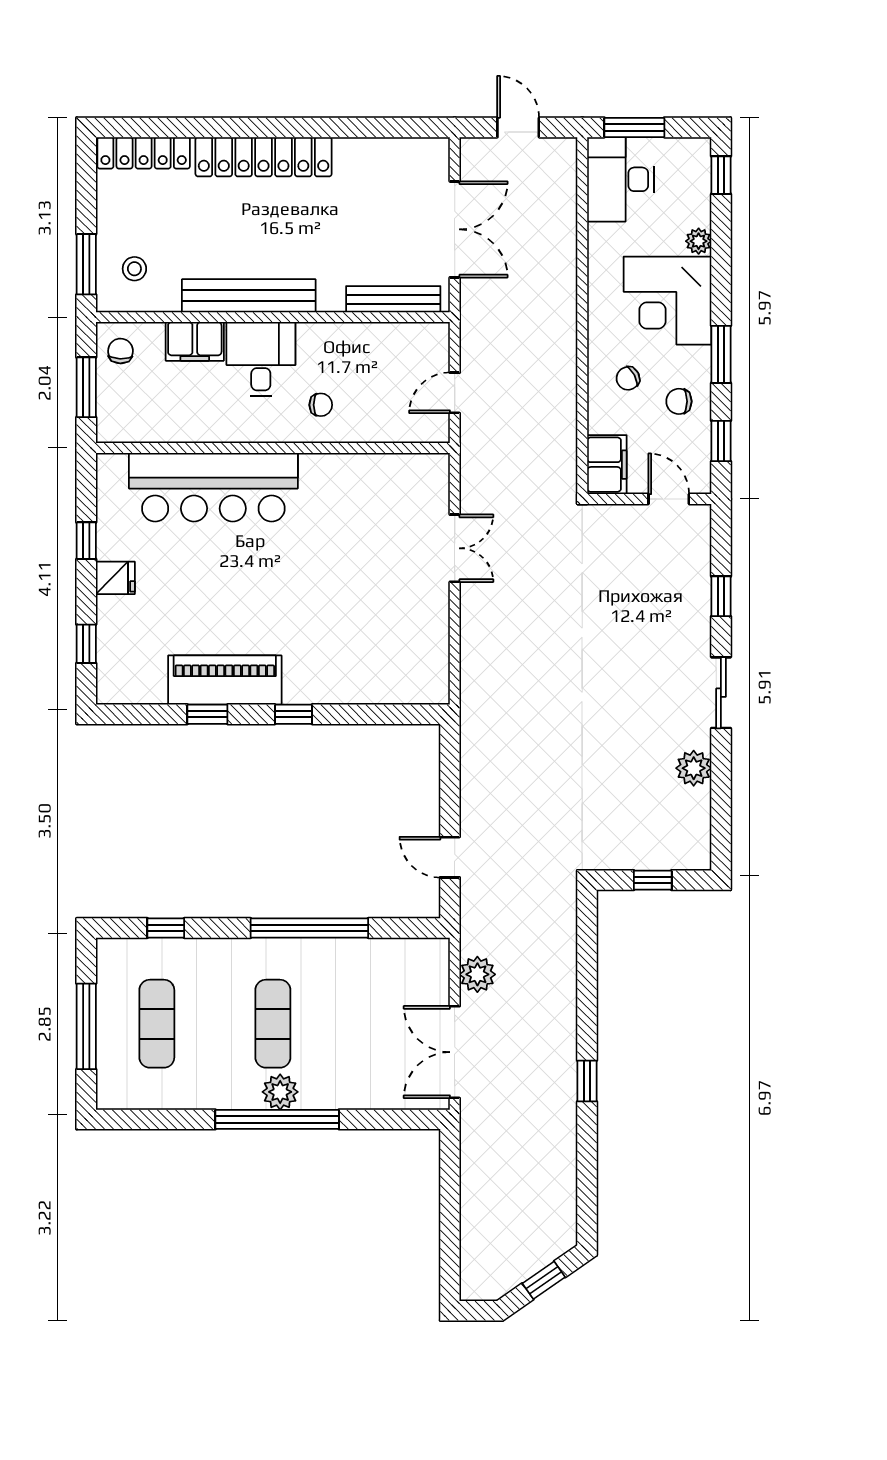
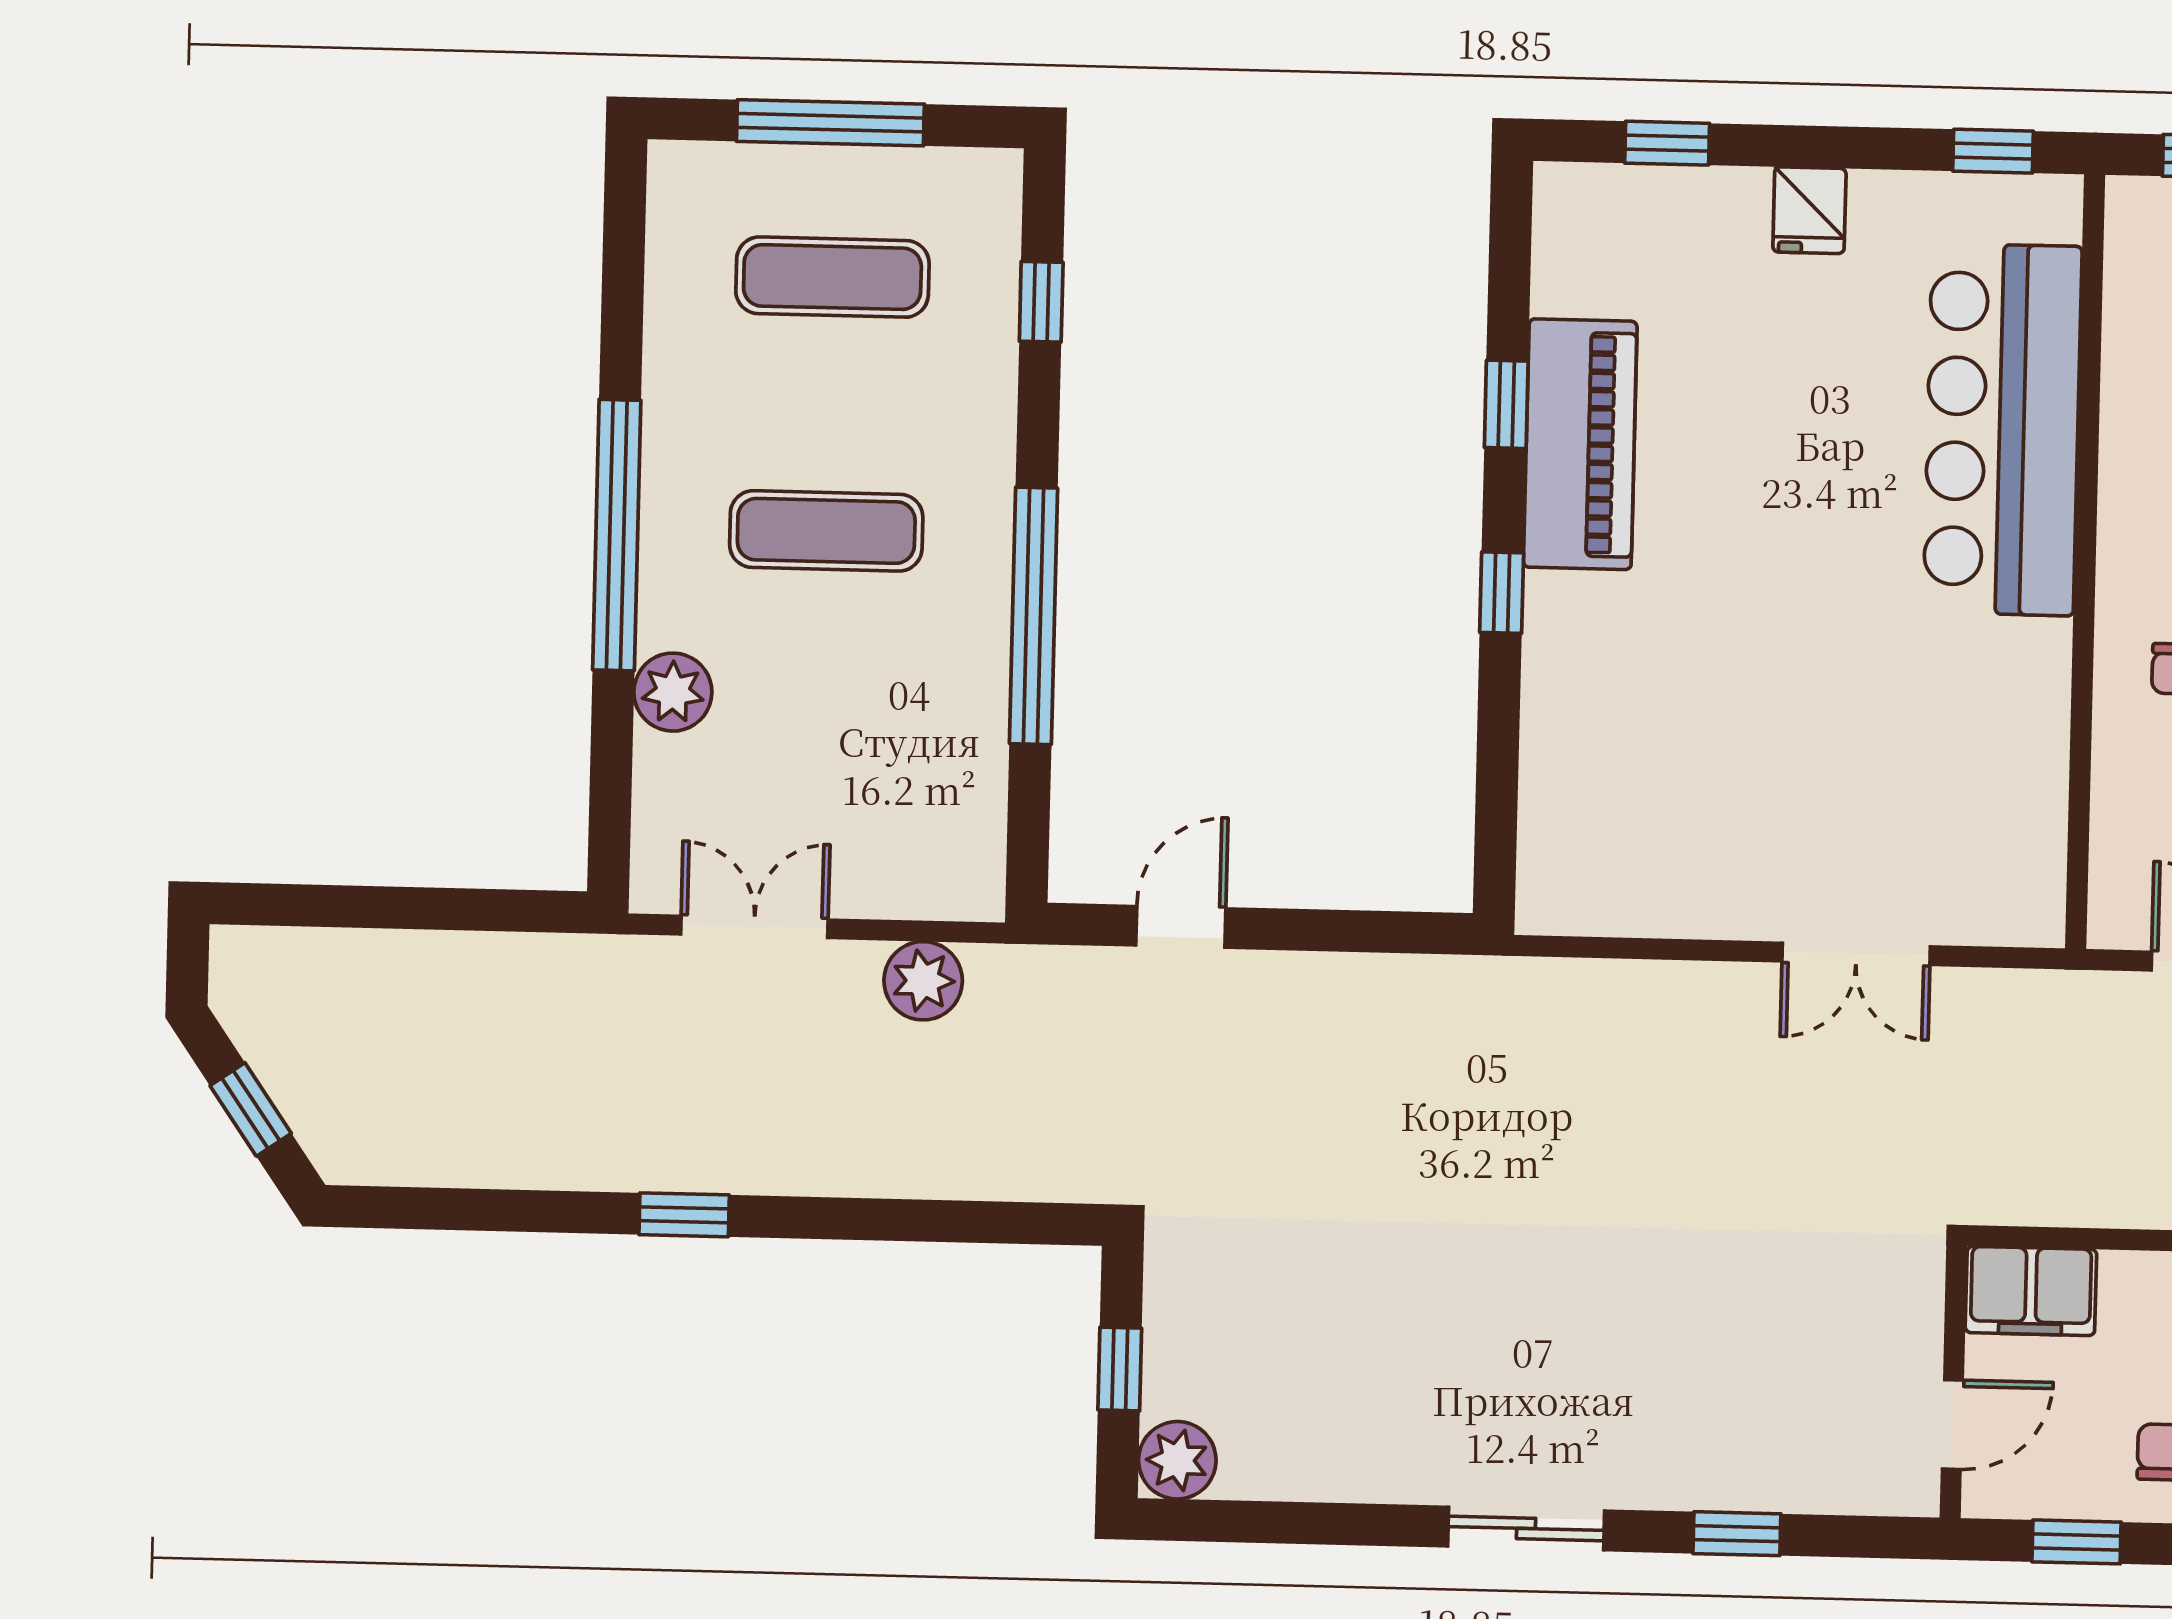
window: (86, 541) -> (1993, 151), moved
plant: (694, 768) -> (1177, 1460), moved
double door: (455, 1052) -> (754, 927), width x0.73
plant: (280, 1092) -> (673, 692), moved

